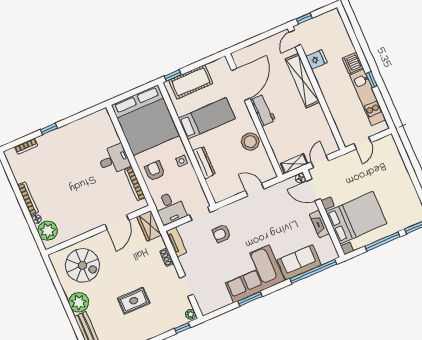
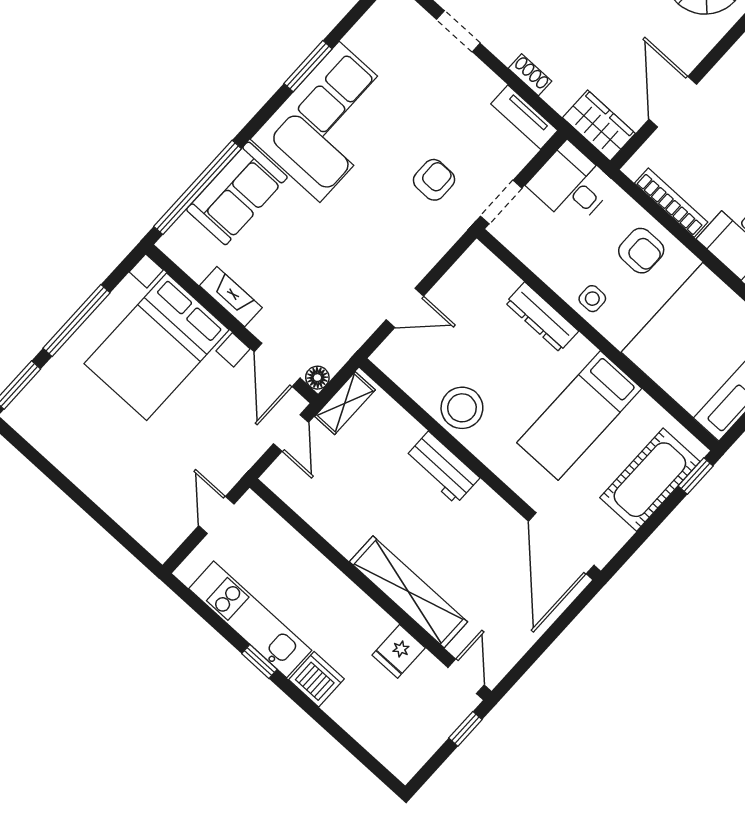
door: (241, 84) -> (561, 543), moved
workbench: (263, 110) -> (442, 468), moved
door: (313, 190) -> (277, 365), swing flipped

